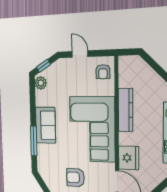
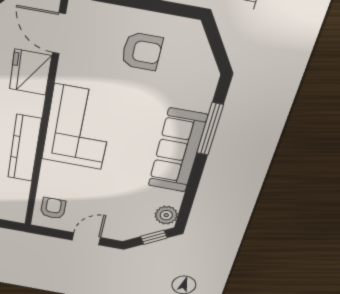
door: (80, 54) -> (86, 239), swing flipped
sofa: (46, 125) -> (177, 151), width x1.36
corner sofa: (92, 129) -> (78, 128), width x0.73, depth x0.74

